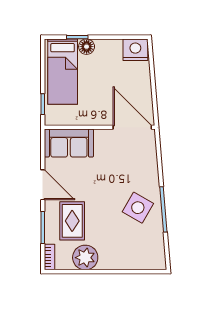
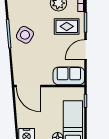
door: (43, 185) -> (85, 49), hinge flipped
rug: (72, 221) -> (67, 26), turned 90

